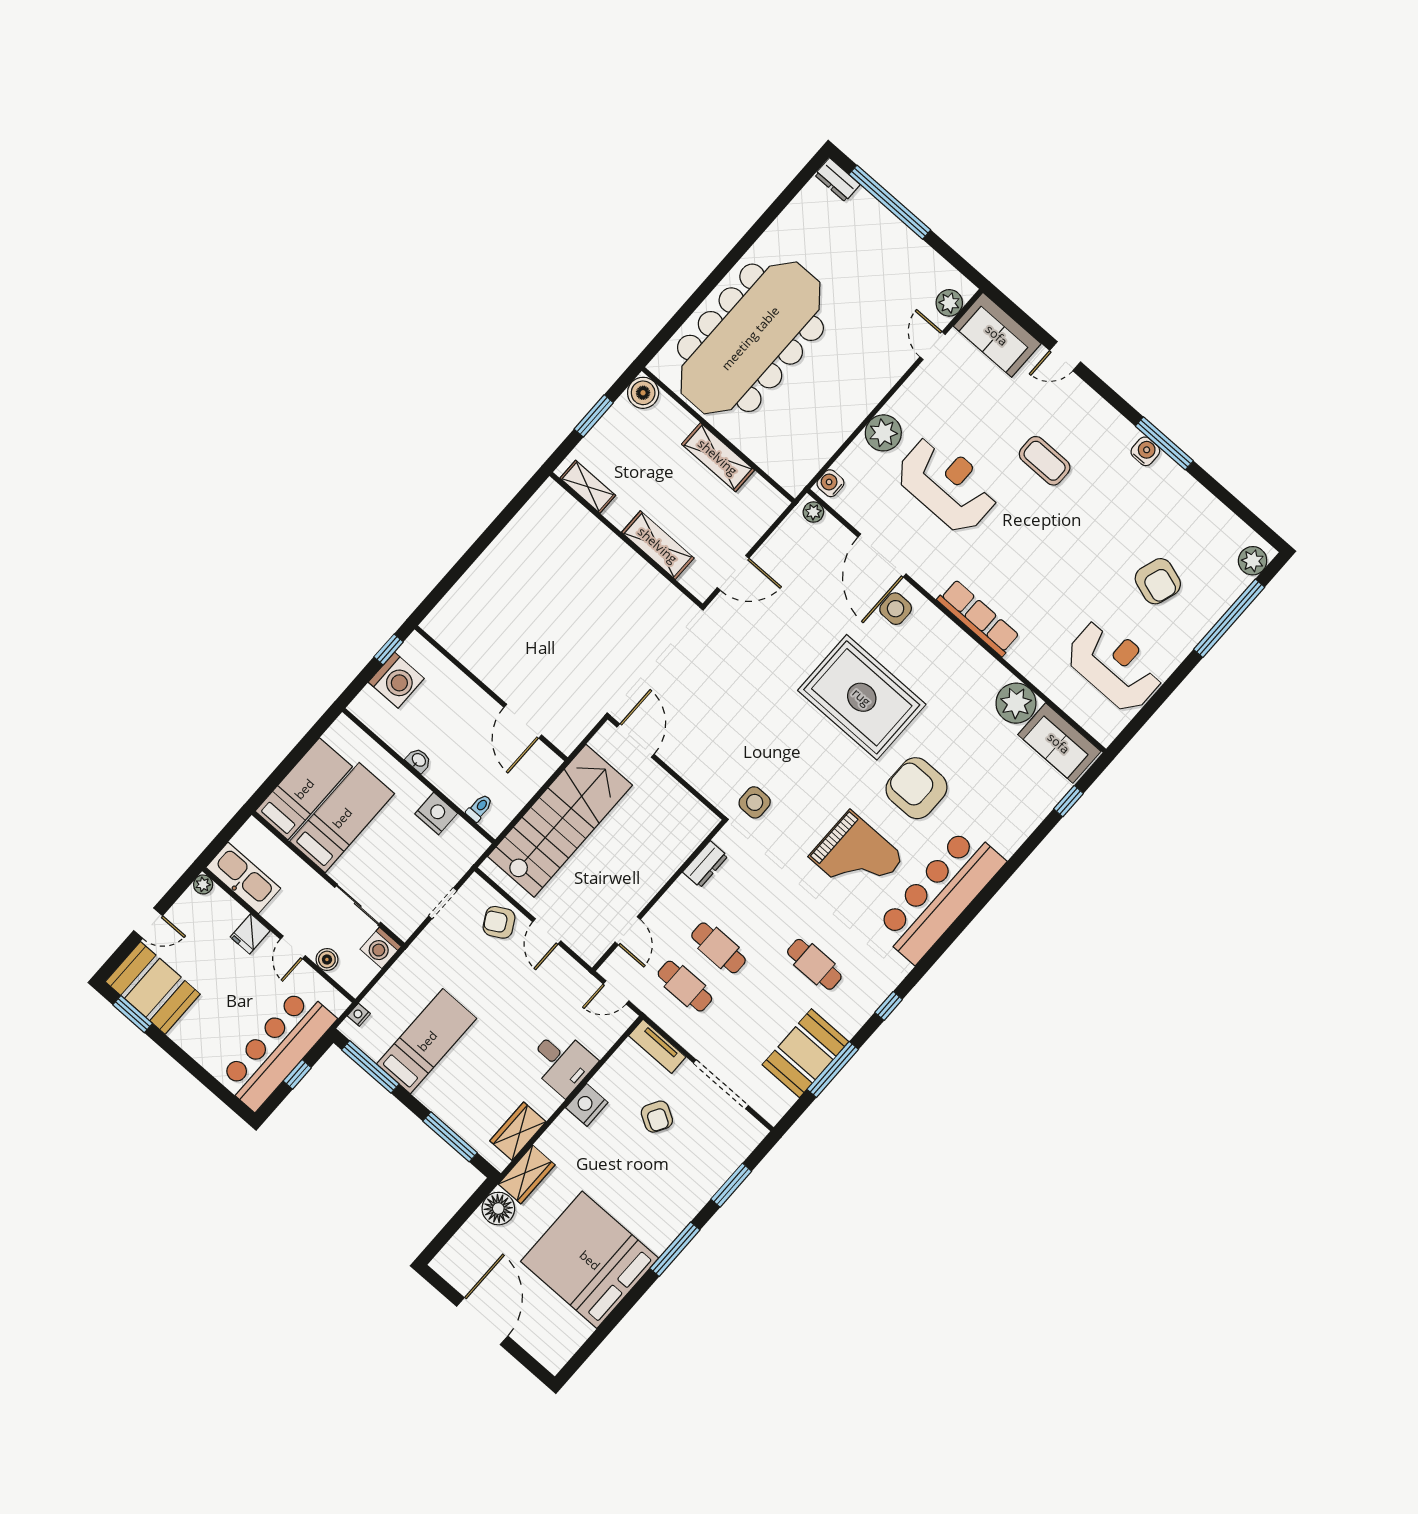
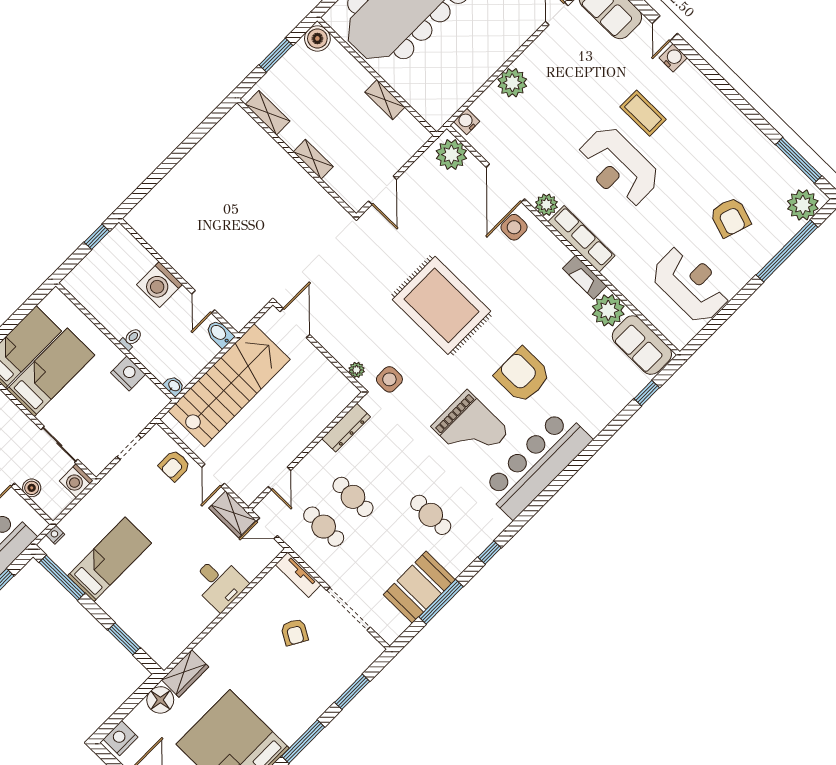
door: (1065, 356) -> (665, 28), hinge flipped
window: (1164, 443) -> (799, 160), moved
water cooler: (1145, 451) -> (673, 58), moved
shelving: (718, 457) -> (385, 100), width x0.67, depth x0.75
reception desk: (947, 484) -> (618, 167), moved, turned 180
plant: (813, 512) -> (451, 155), width x1.88, depth x1.88
shelving: (658, 545) -> (313, 159), width x0.67, depth x0.75
plant: (1253, 561) -> (803, 205), width x1.36, depth x1.36
door: (733, 573) -> (383, 190), hinge flipped
plant: (933, 579) -> (546, 205), added
fireplace: (985, 664) -> (585, 277), added
washing machine: (396, 680) -> (159, 284), moved, turned 90
rug: (862, 697) -> (441, 305), moved
door: (523, 721) -> (203, 302), width x0.73
bidet: (545, 759) -> (220, 334), added
washbasin: (419, 760) -> (174, 386), moved
plant: (714, 793) -> (357, 370), added
toilet: (479, 808) -> (131, 339), moved
dresser: (705, 864) -> (346, 428), width x1.44
armchair: (499, 922) -> (174, 466), turned -61
nightstand: (587, 1105) -> (120, 738), moved
wardrobe: (518, 1131) -> (232, 514), moved, turned -90
window: (450, 1137) -> (124, 639), width x0.69

